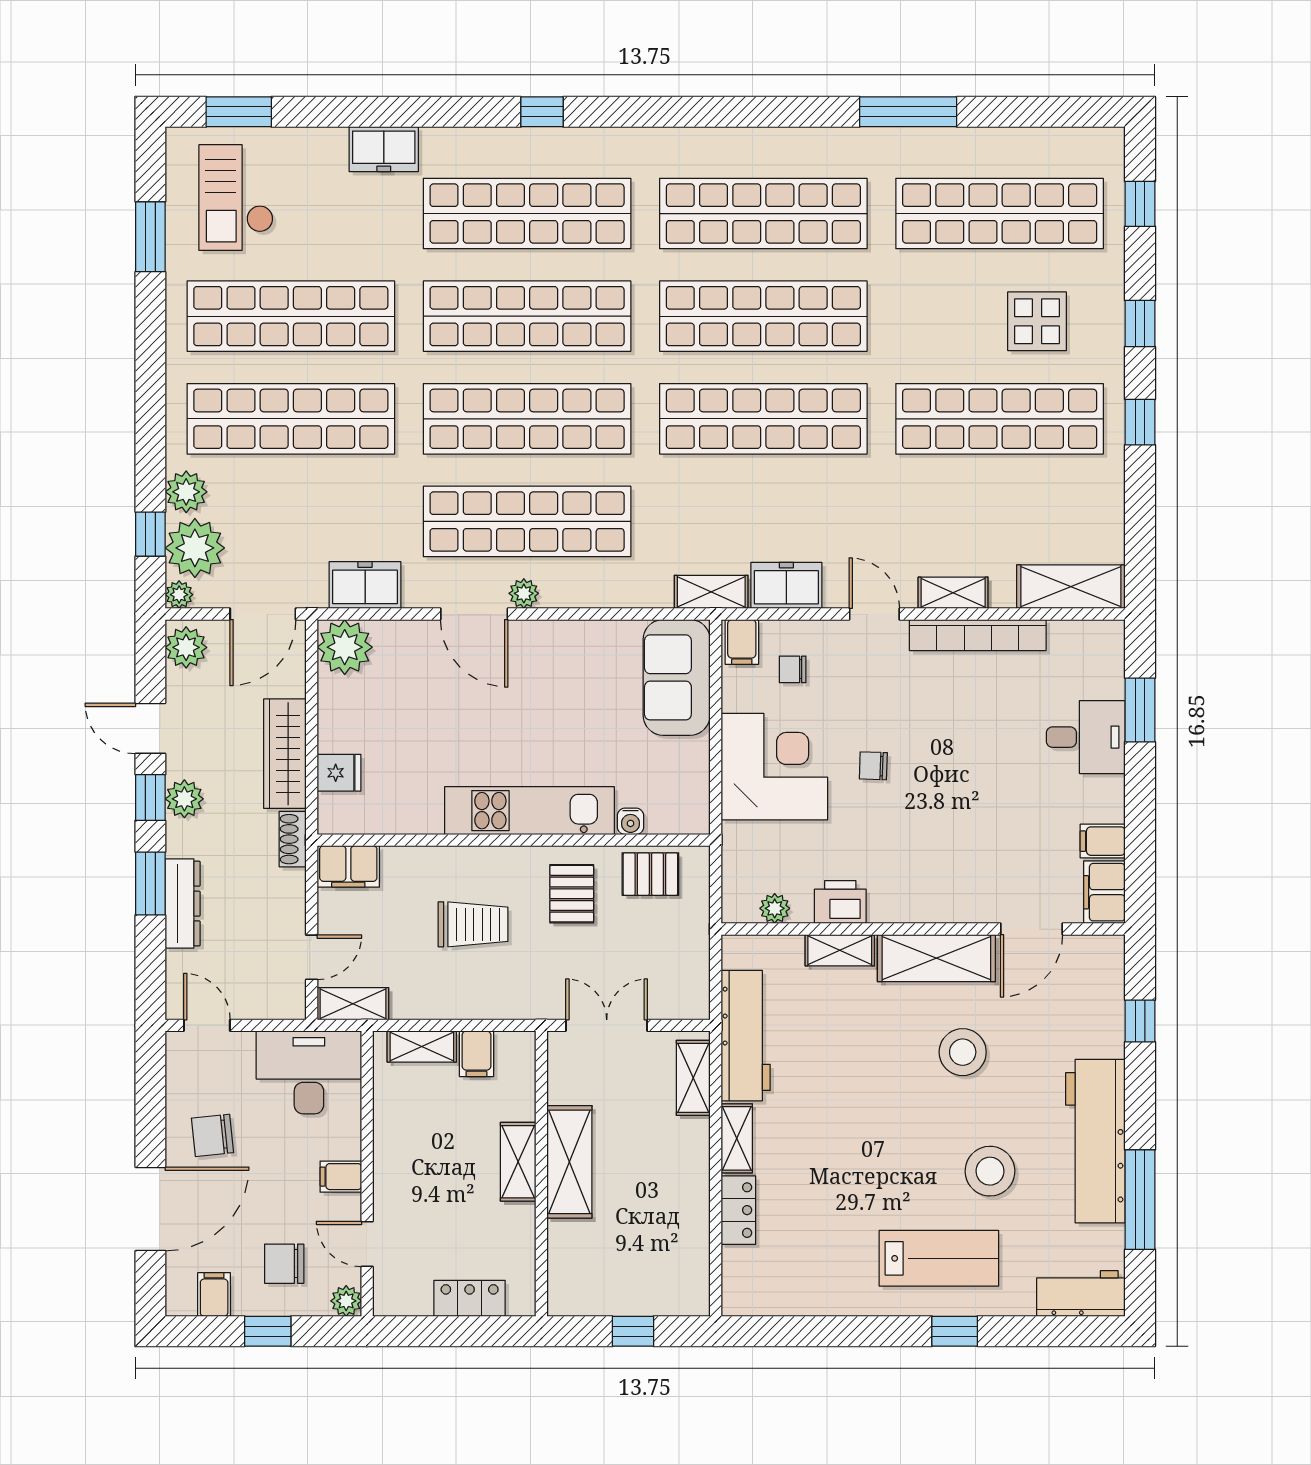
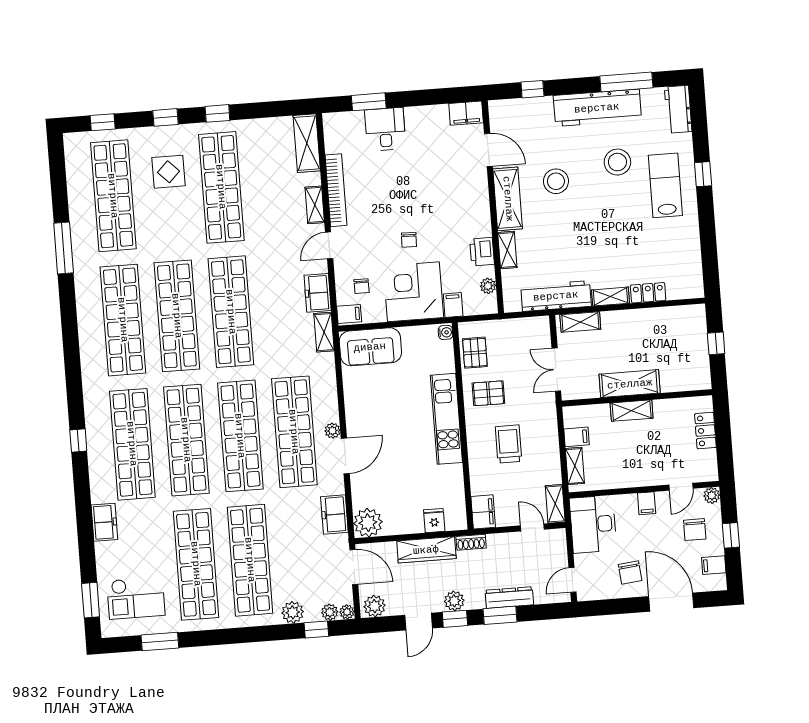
plant: (195, 548) -> (330, 612), width x0.53, depth x0.53
water cooler: (631, 821) -> (445, 332), moved
filing cabinet: (1103, 841) -> (453, 305), moved, turned 180

